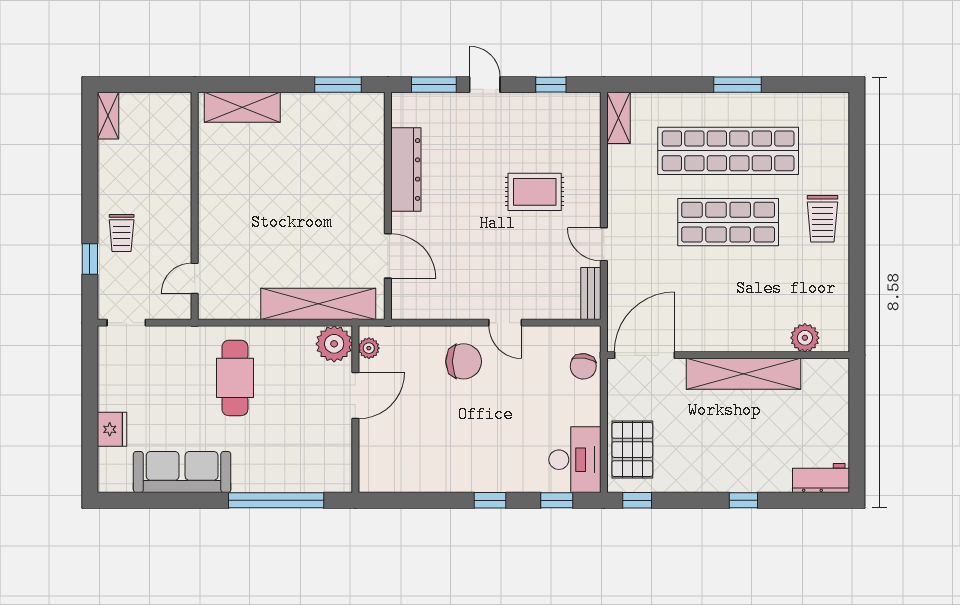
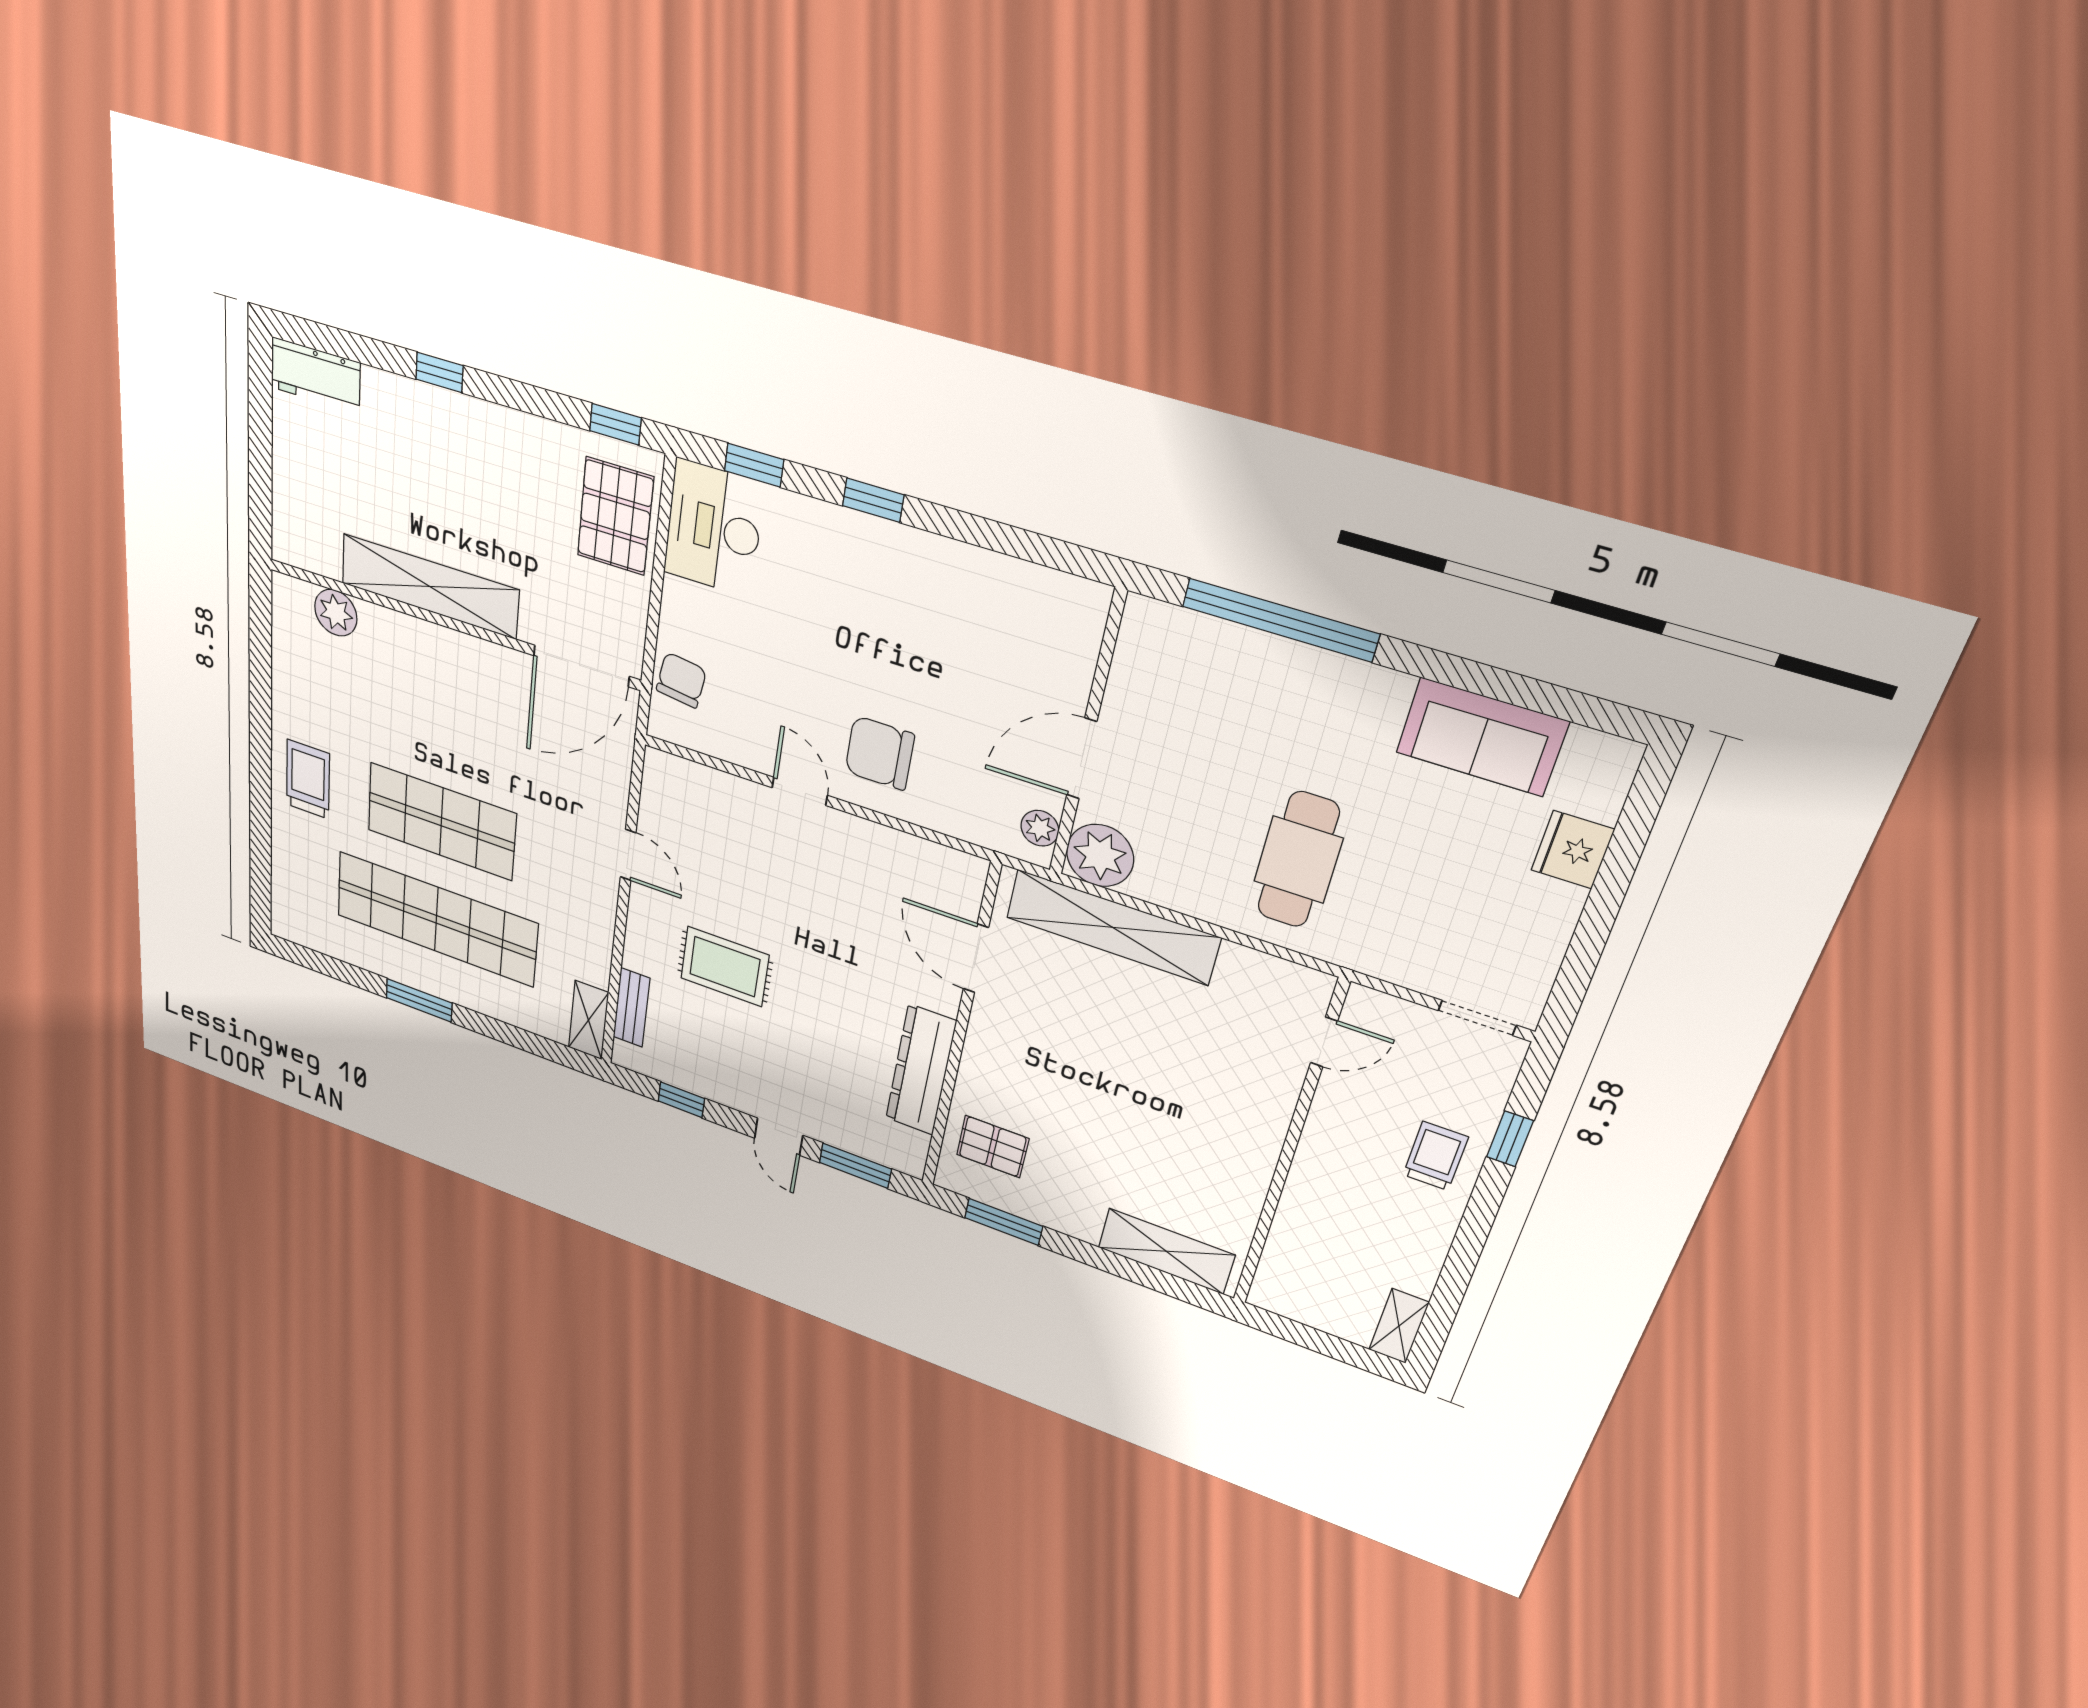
pallet: (355, 135) -> (993, 1147), added
bench: (591, 293) -> (631, 1008), moved
sofa: (182, 472) -> (1482, 737), width x0.73

